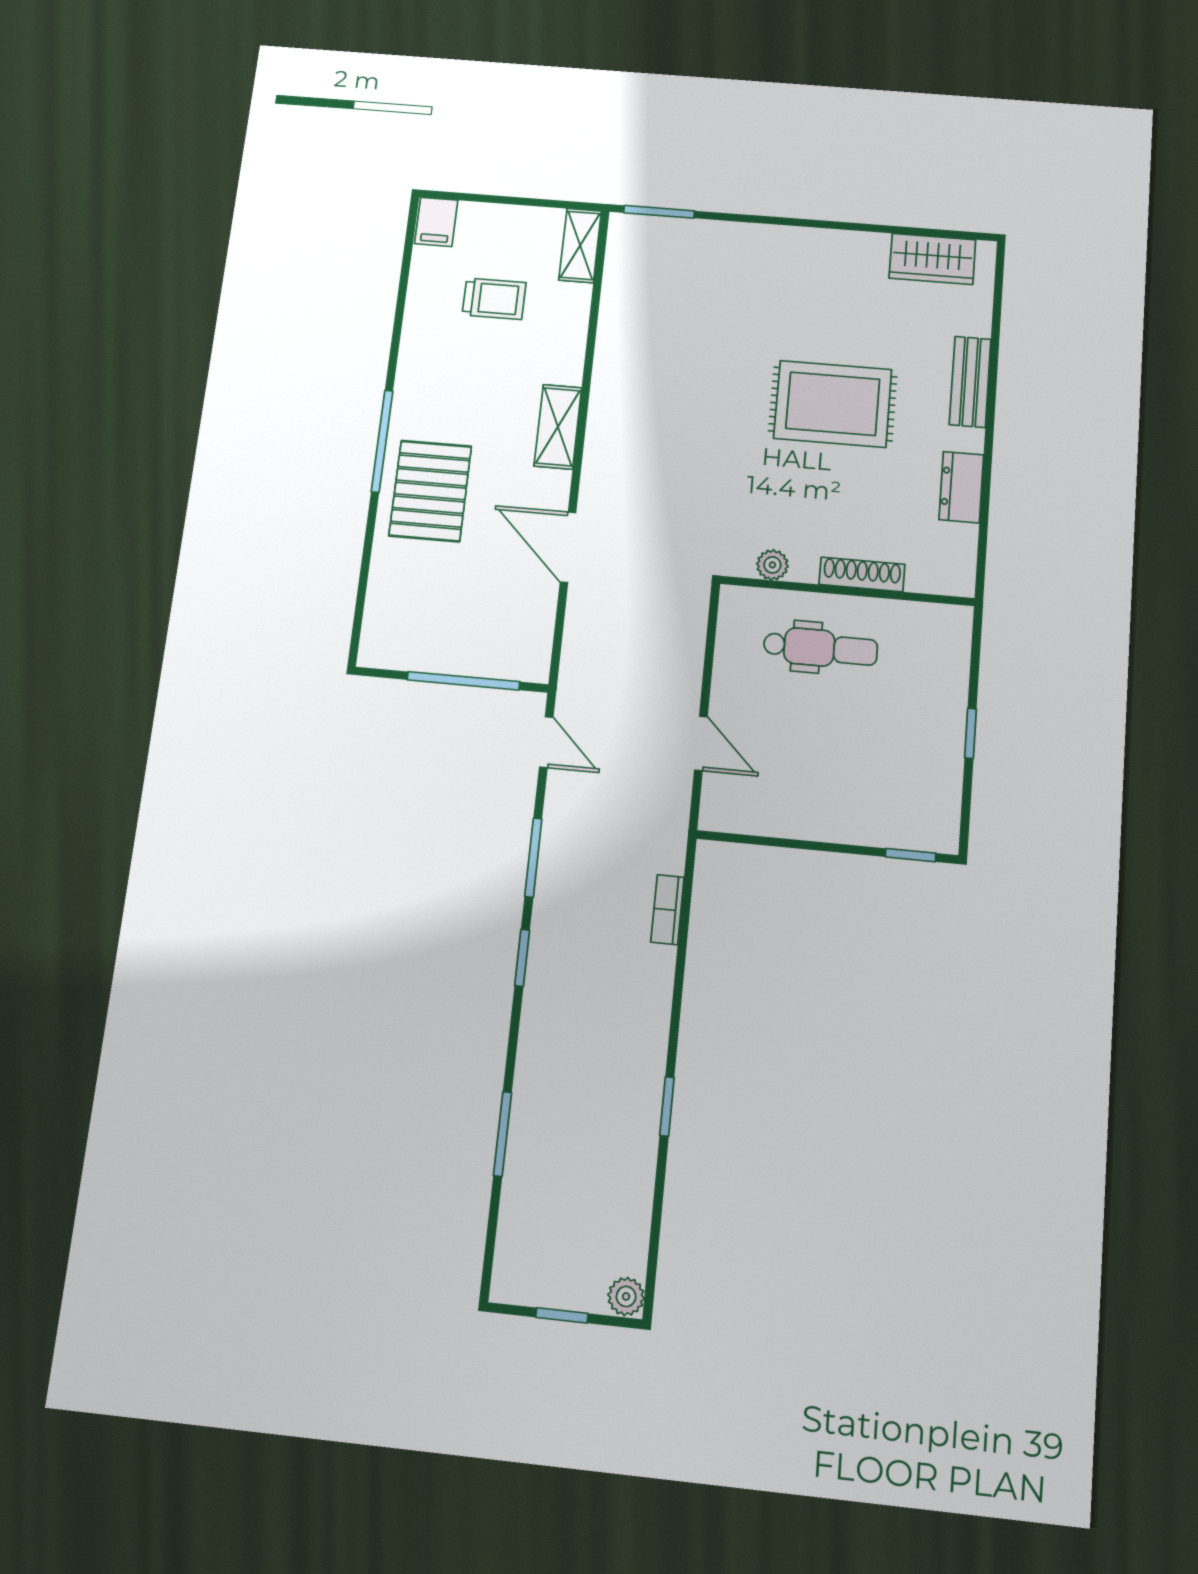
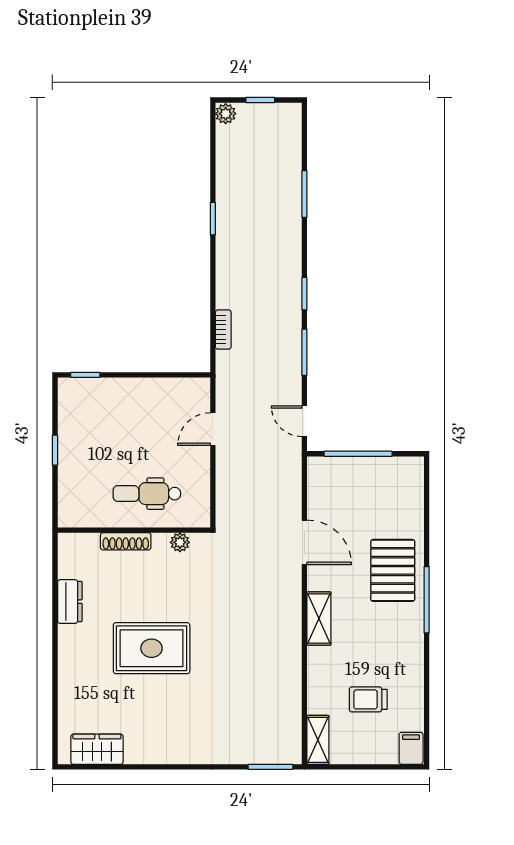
bench: (970, 382) -> (69, 670), removed
door: (701, 743) -> (213, 429), hinge flipped

